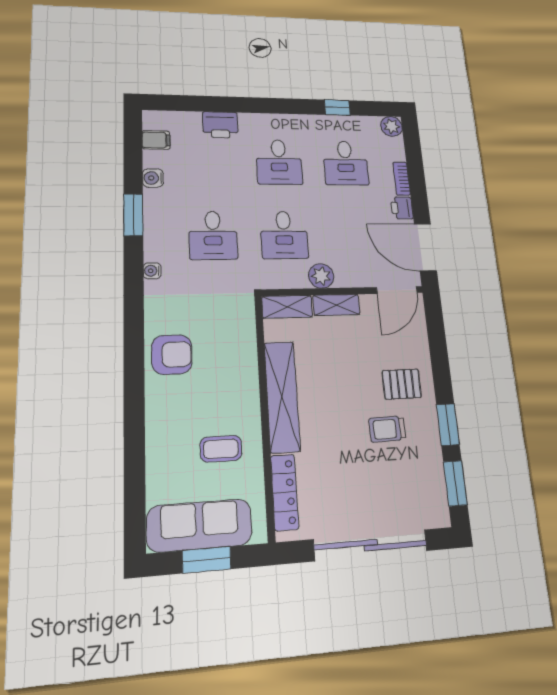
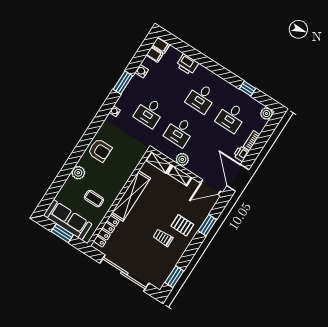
filing cabinet: (156, 120) -> (161, 45), added
plant: (160, 422) -> (78, 173), added
window: (448, 425) -> (207, 225), moved

